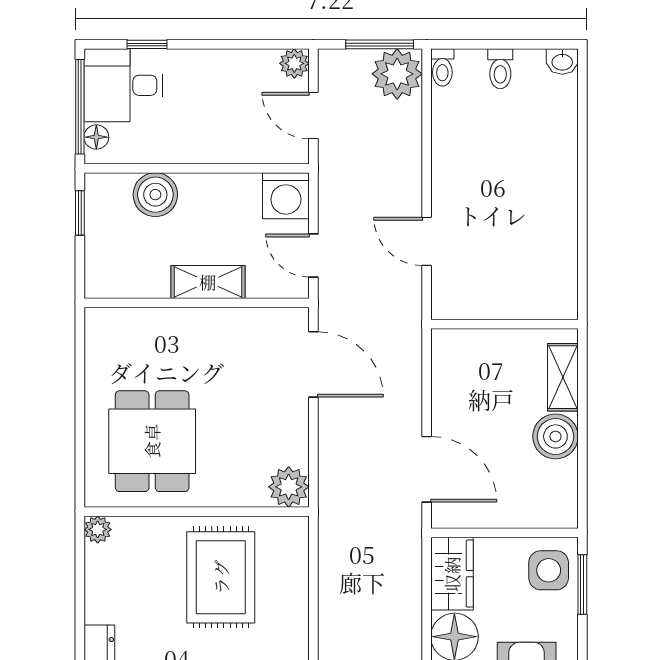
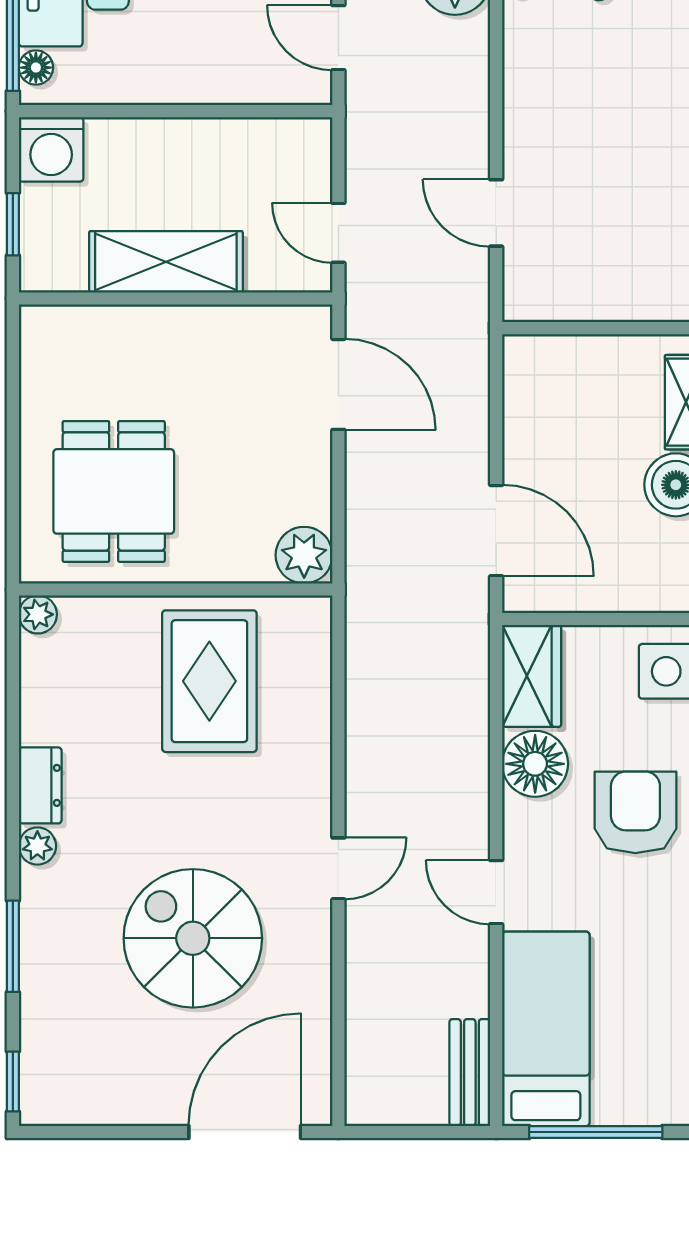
boiler: (155, 195) -> (118, 148), removed
washing machine: (286, 196) -> (51, 149), moved
window: (80, 213) -> (13, 224), moved
shelving: (208, 282) -> (166, 262), width x1.50, depth x1.33

